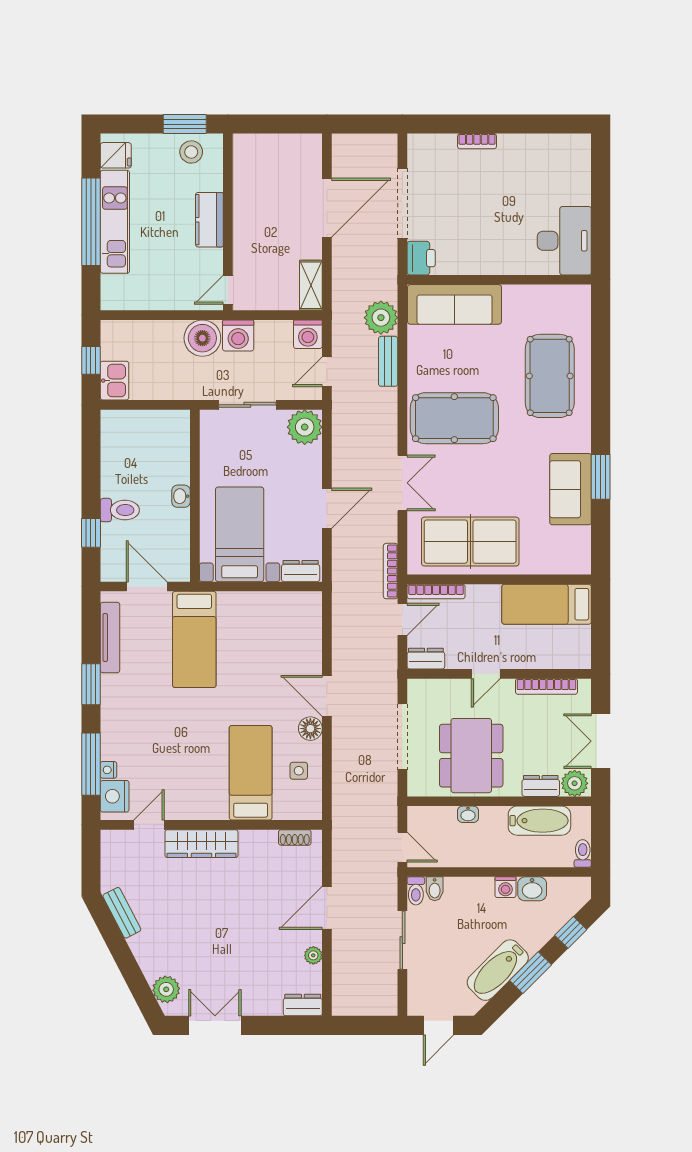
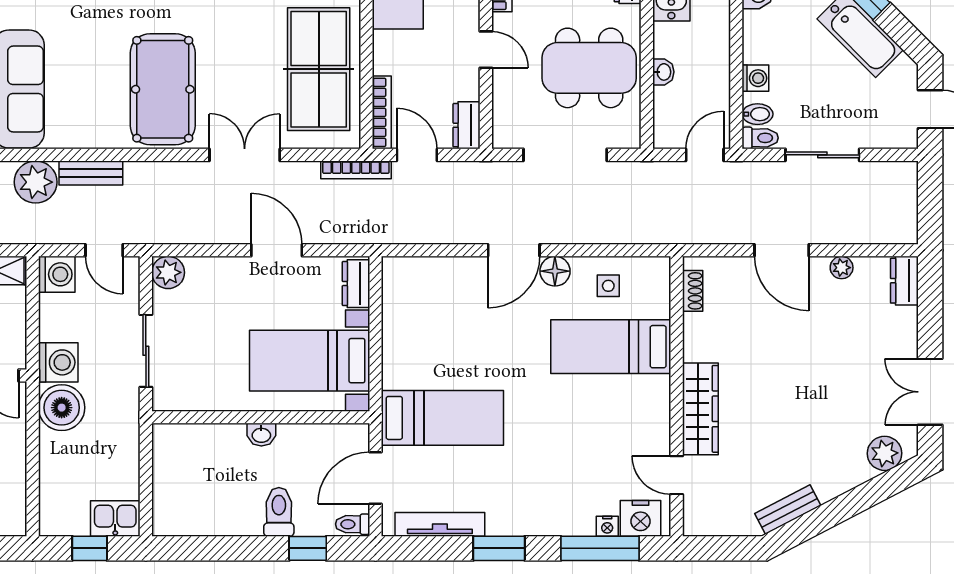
plant: (305, 427) -> (168, 272), width x0.73, depth x0.73
toilet: (110, 568) -> (353, 524), added
washing machine: (506, 887) -> (755, 78), moved

